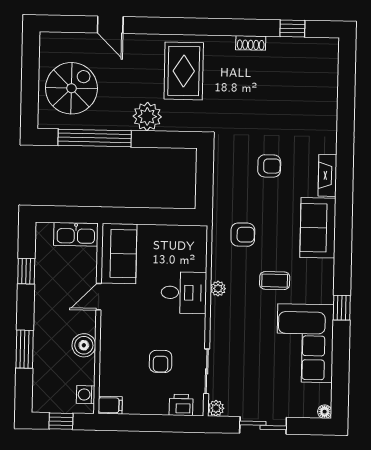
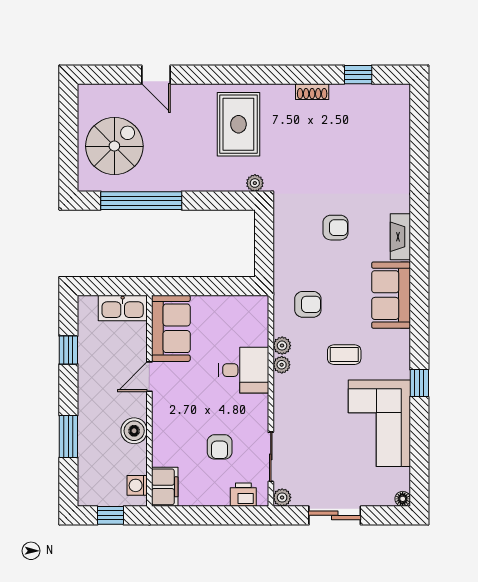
plant: (147, 116) -> (255, 183), moved, width x0.53, depth x0.53
plant: (219, 271) -> (282, 346), added
filing cabinet: (110, 405) -> (165, 487), width x2.00

